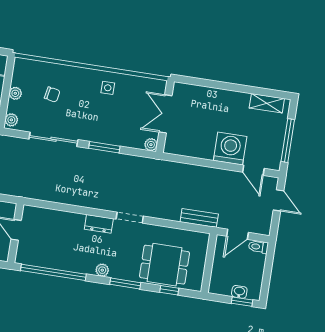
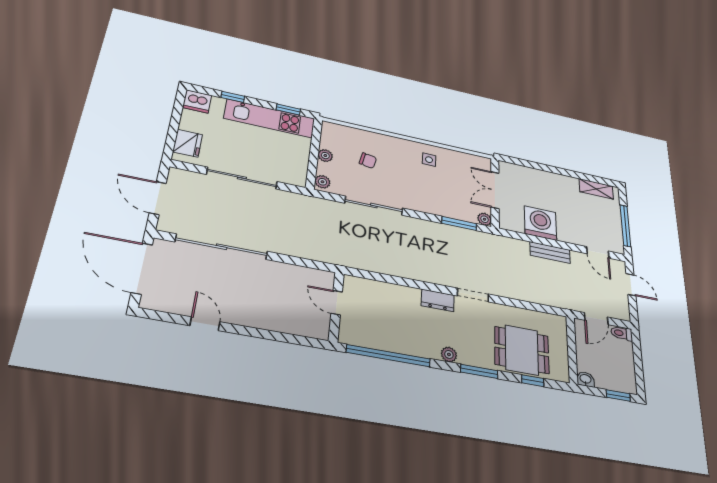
window: (104, 147) -> (459, 223), moved
washing machine: (230, 148) -> (540, 223), moved
bench: (199, 218) -> (550, 253), moved
washbasin: (239, 292) -> (586, 379), moved

